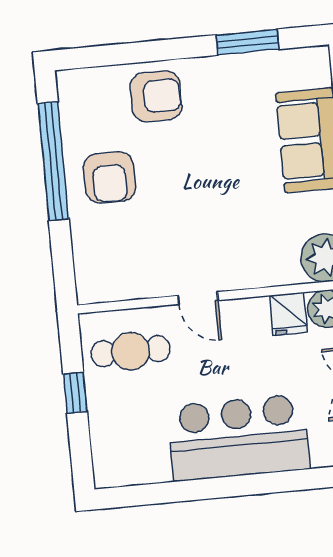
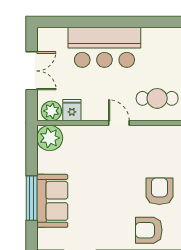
armchair: (156, 96) -> (149, 230), moved

